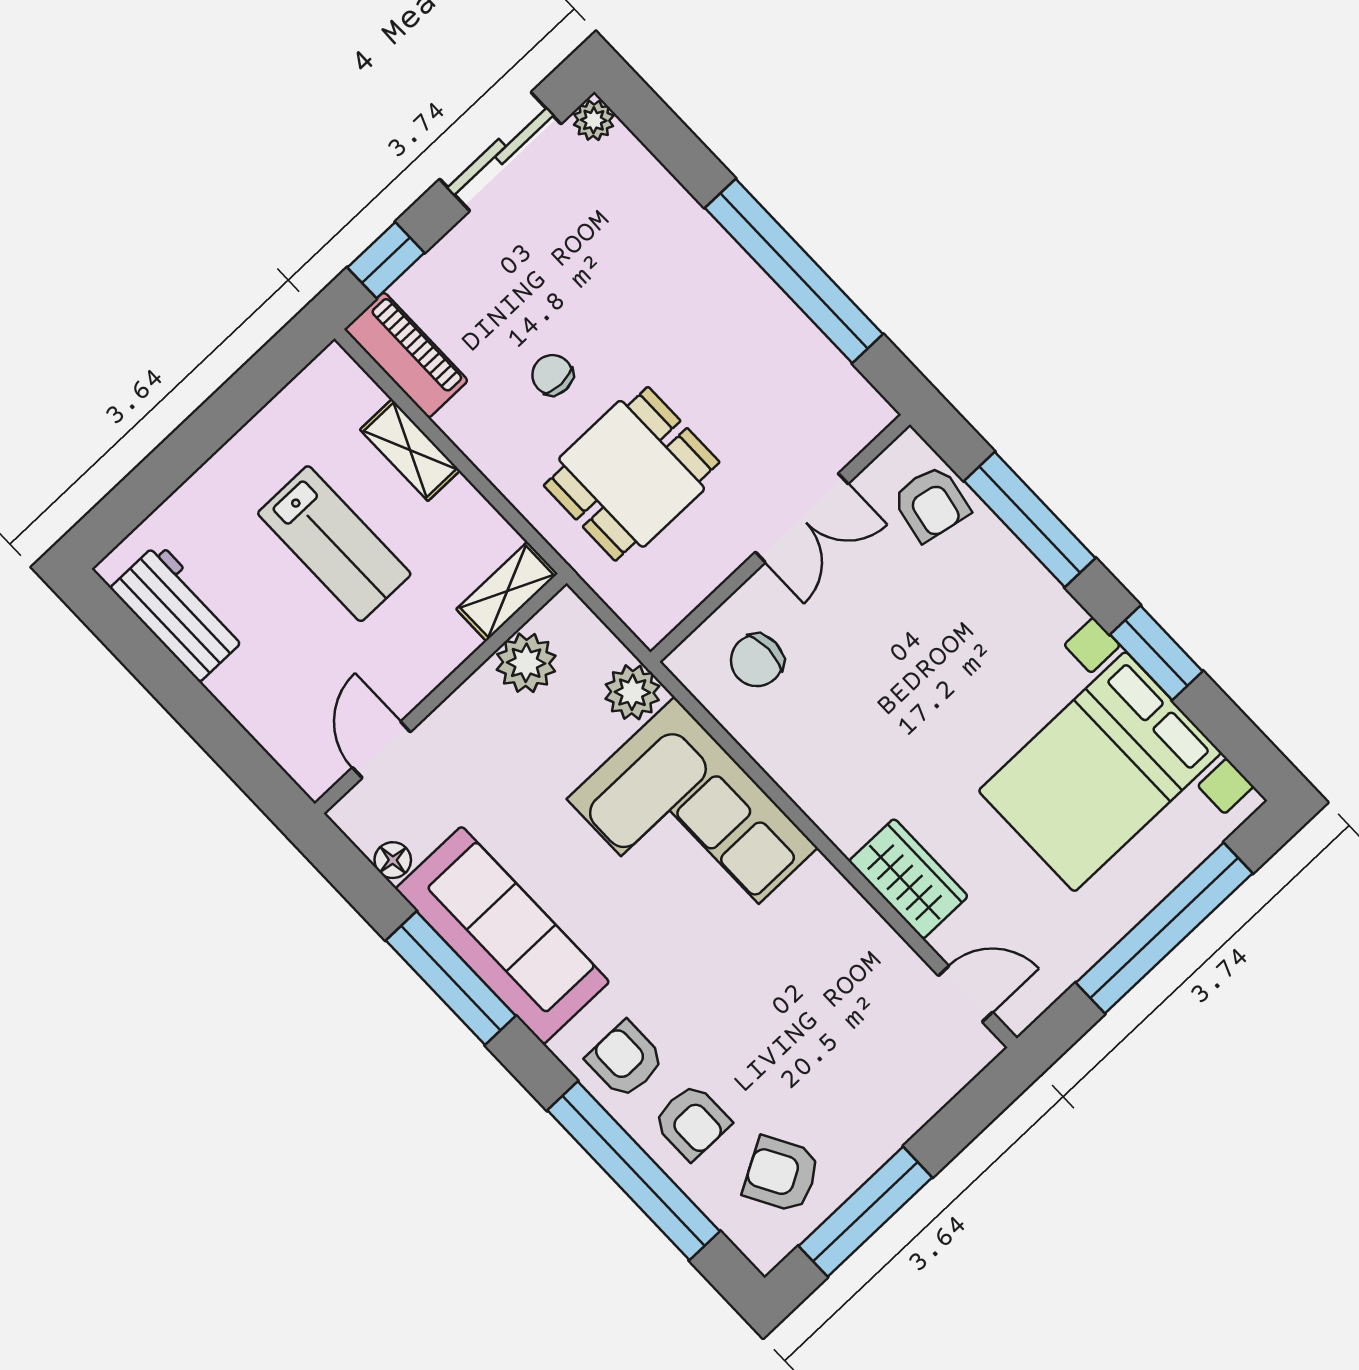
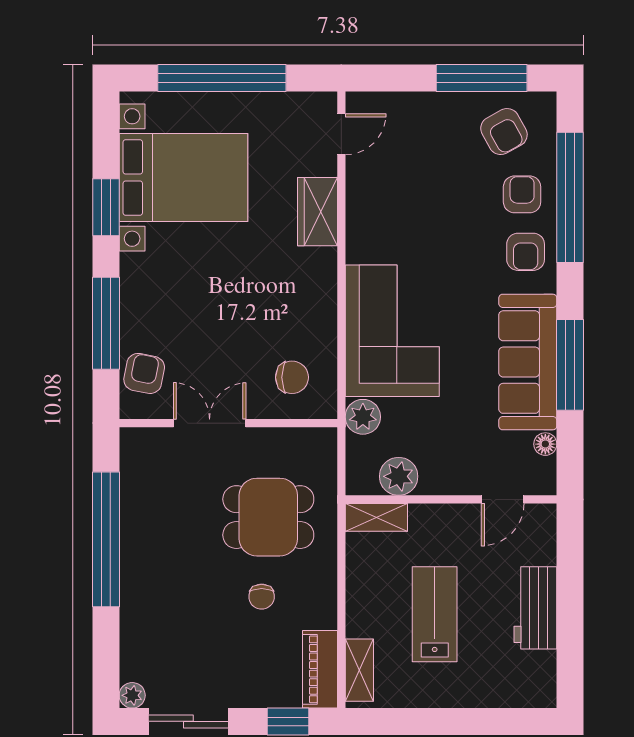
shelving: (410, 450) -> (359, 670), moved
workbench: (179, 612) -> (535, 608), moved
door: (966, 994) -> (341, 134), swing flipped

